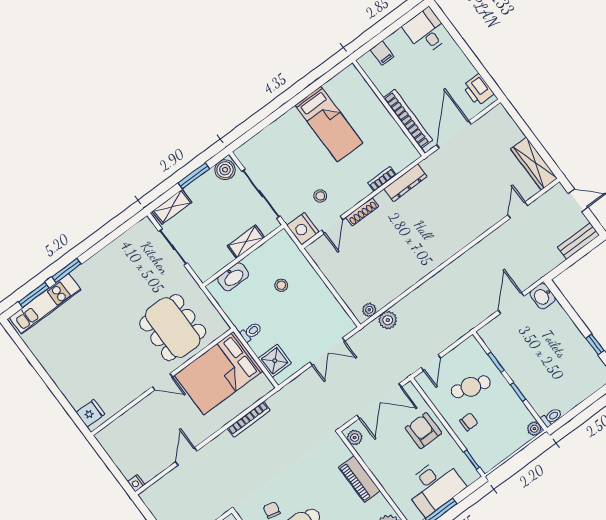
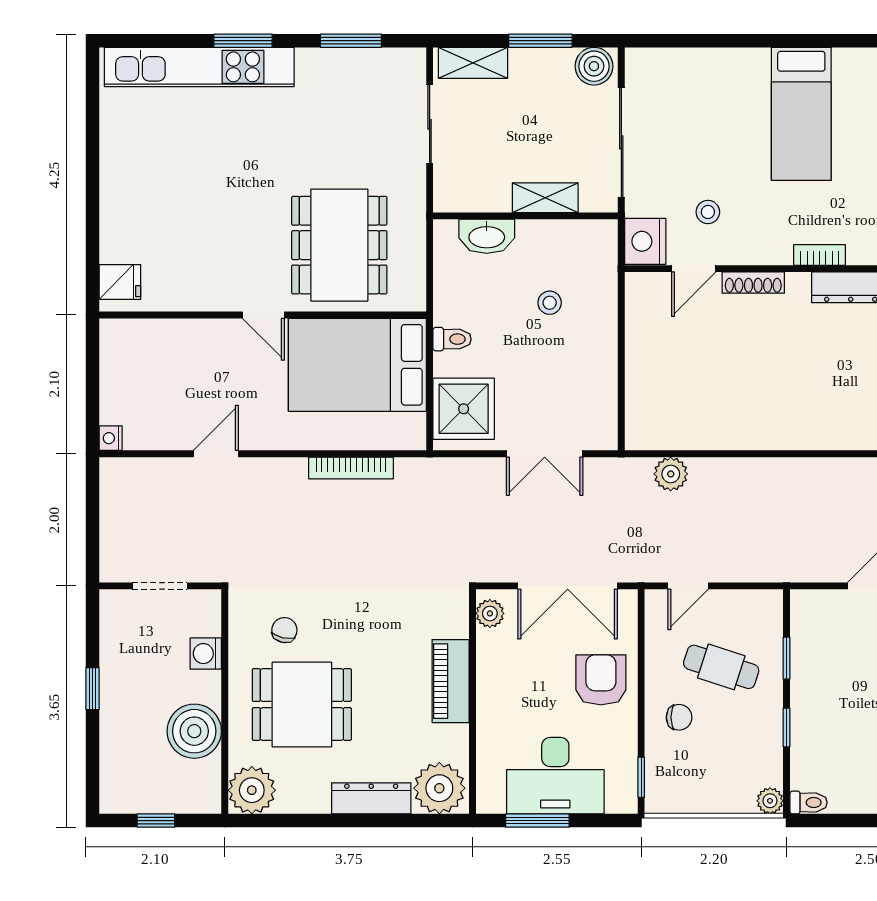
window: (34, 295) -> (351, 41), moved
kitchen unit: (45, 304) -> (199, 67), width x1.36
plant: (369, 310) -> (654, 438), removed
shower: (275, 361) -> (464, 409), width x1.36, depth x1.36

